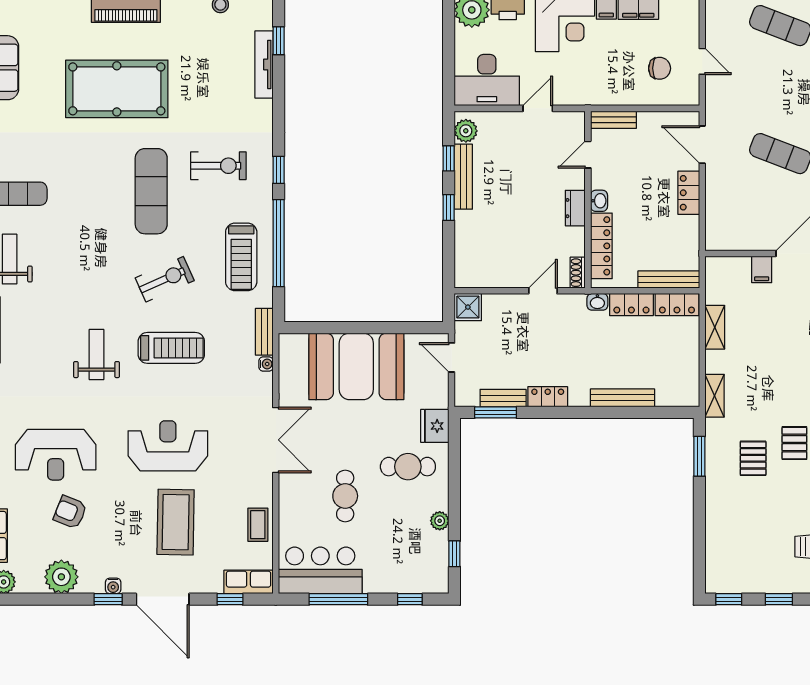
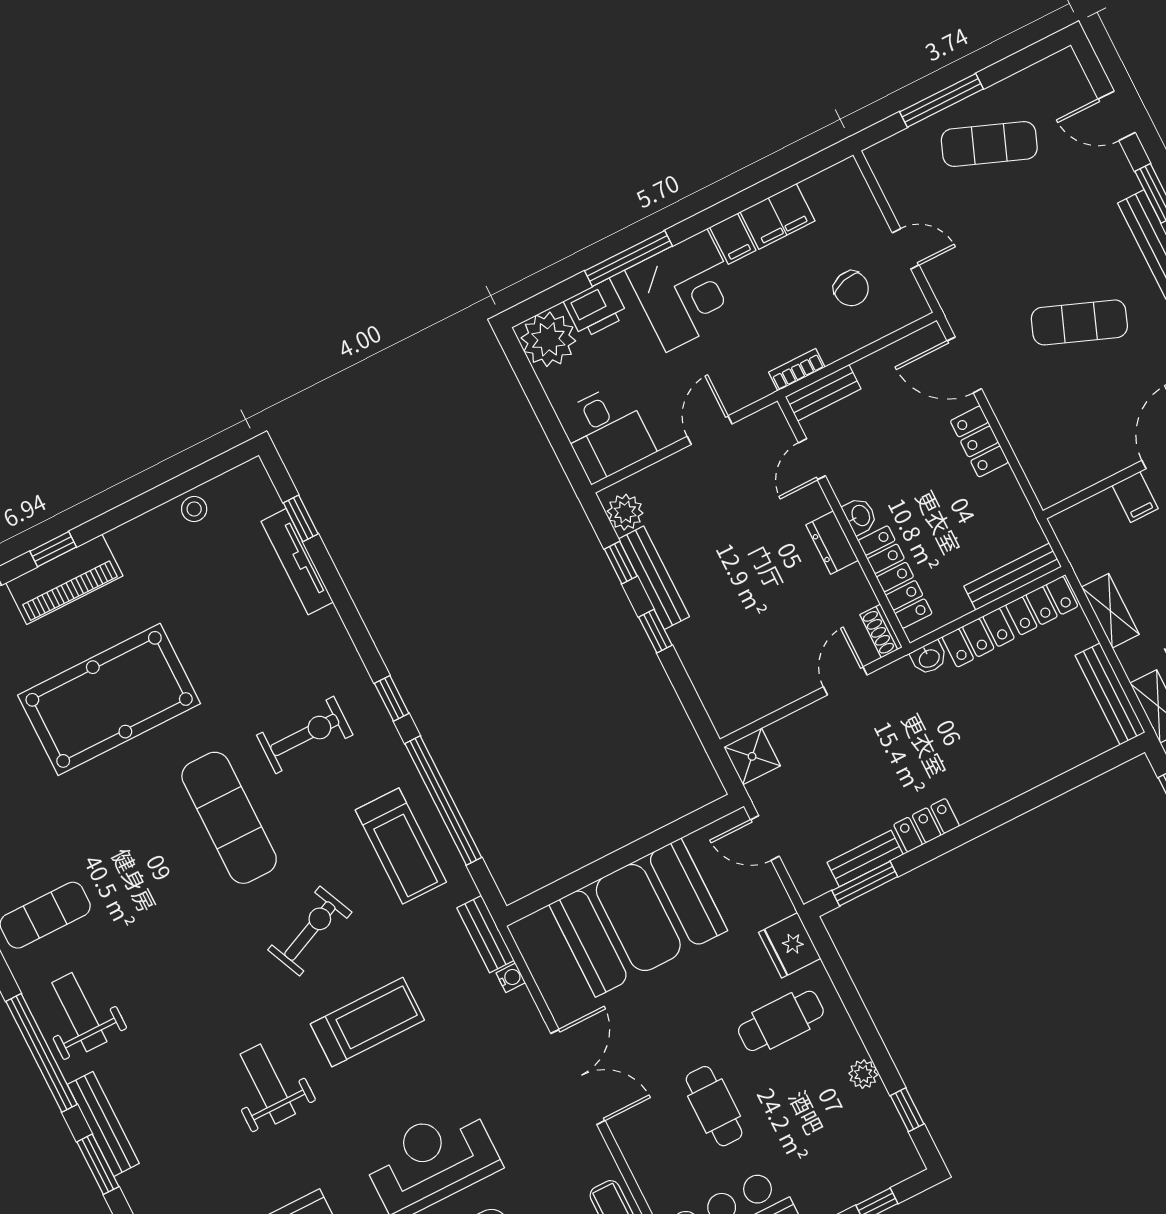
chair: (660, 68) -> (851, 289), turned 75
desk: (487, 80) -> (606, 433), width x0.73
bookcase: (605, 99) -> (797, 370), added
bench: (623, 398) -> (1110, 694), moved, turned 90

